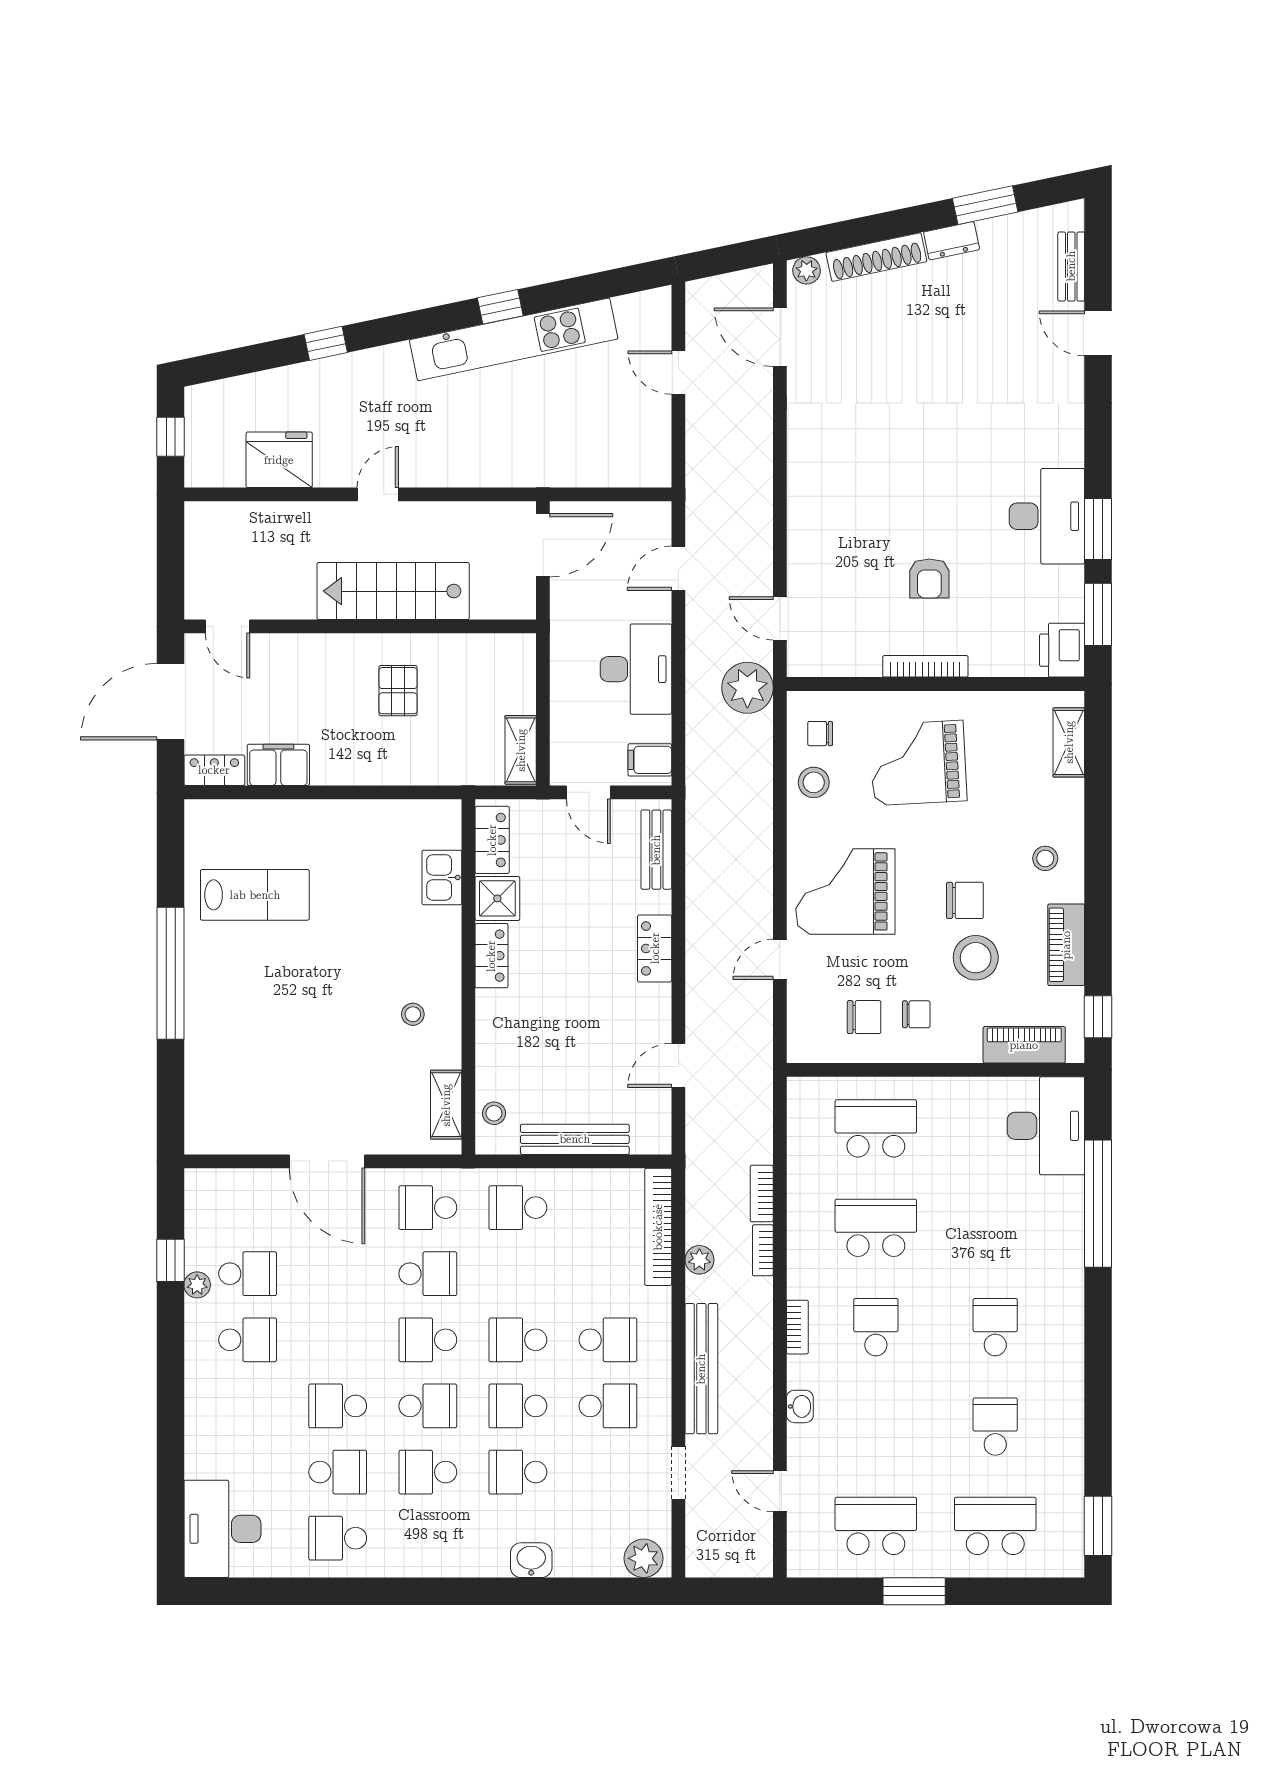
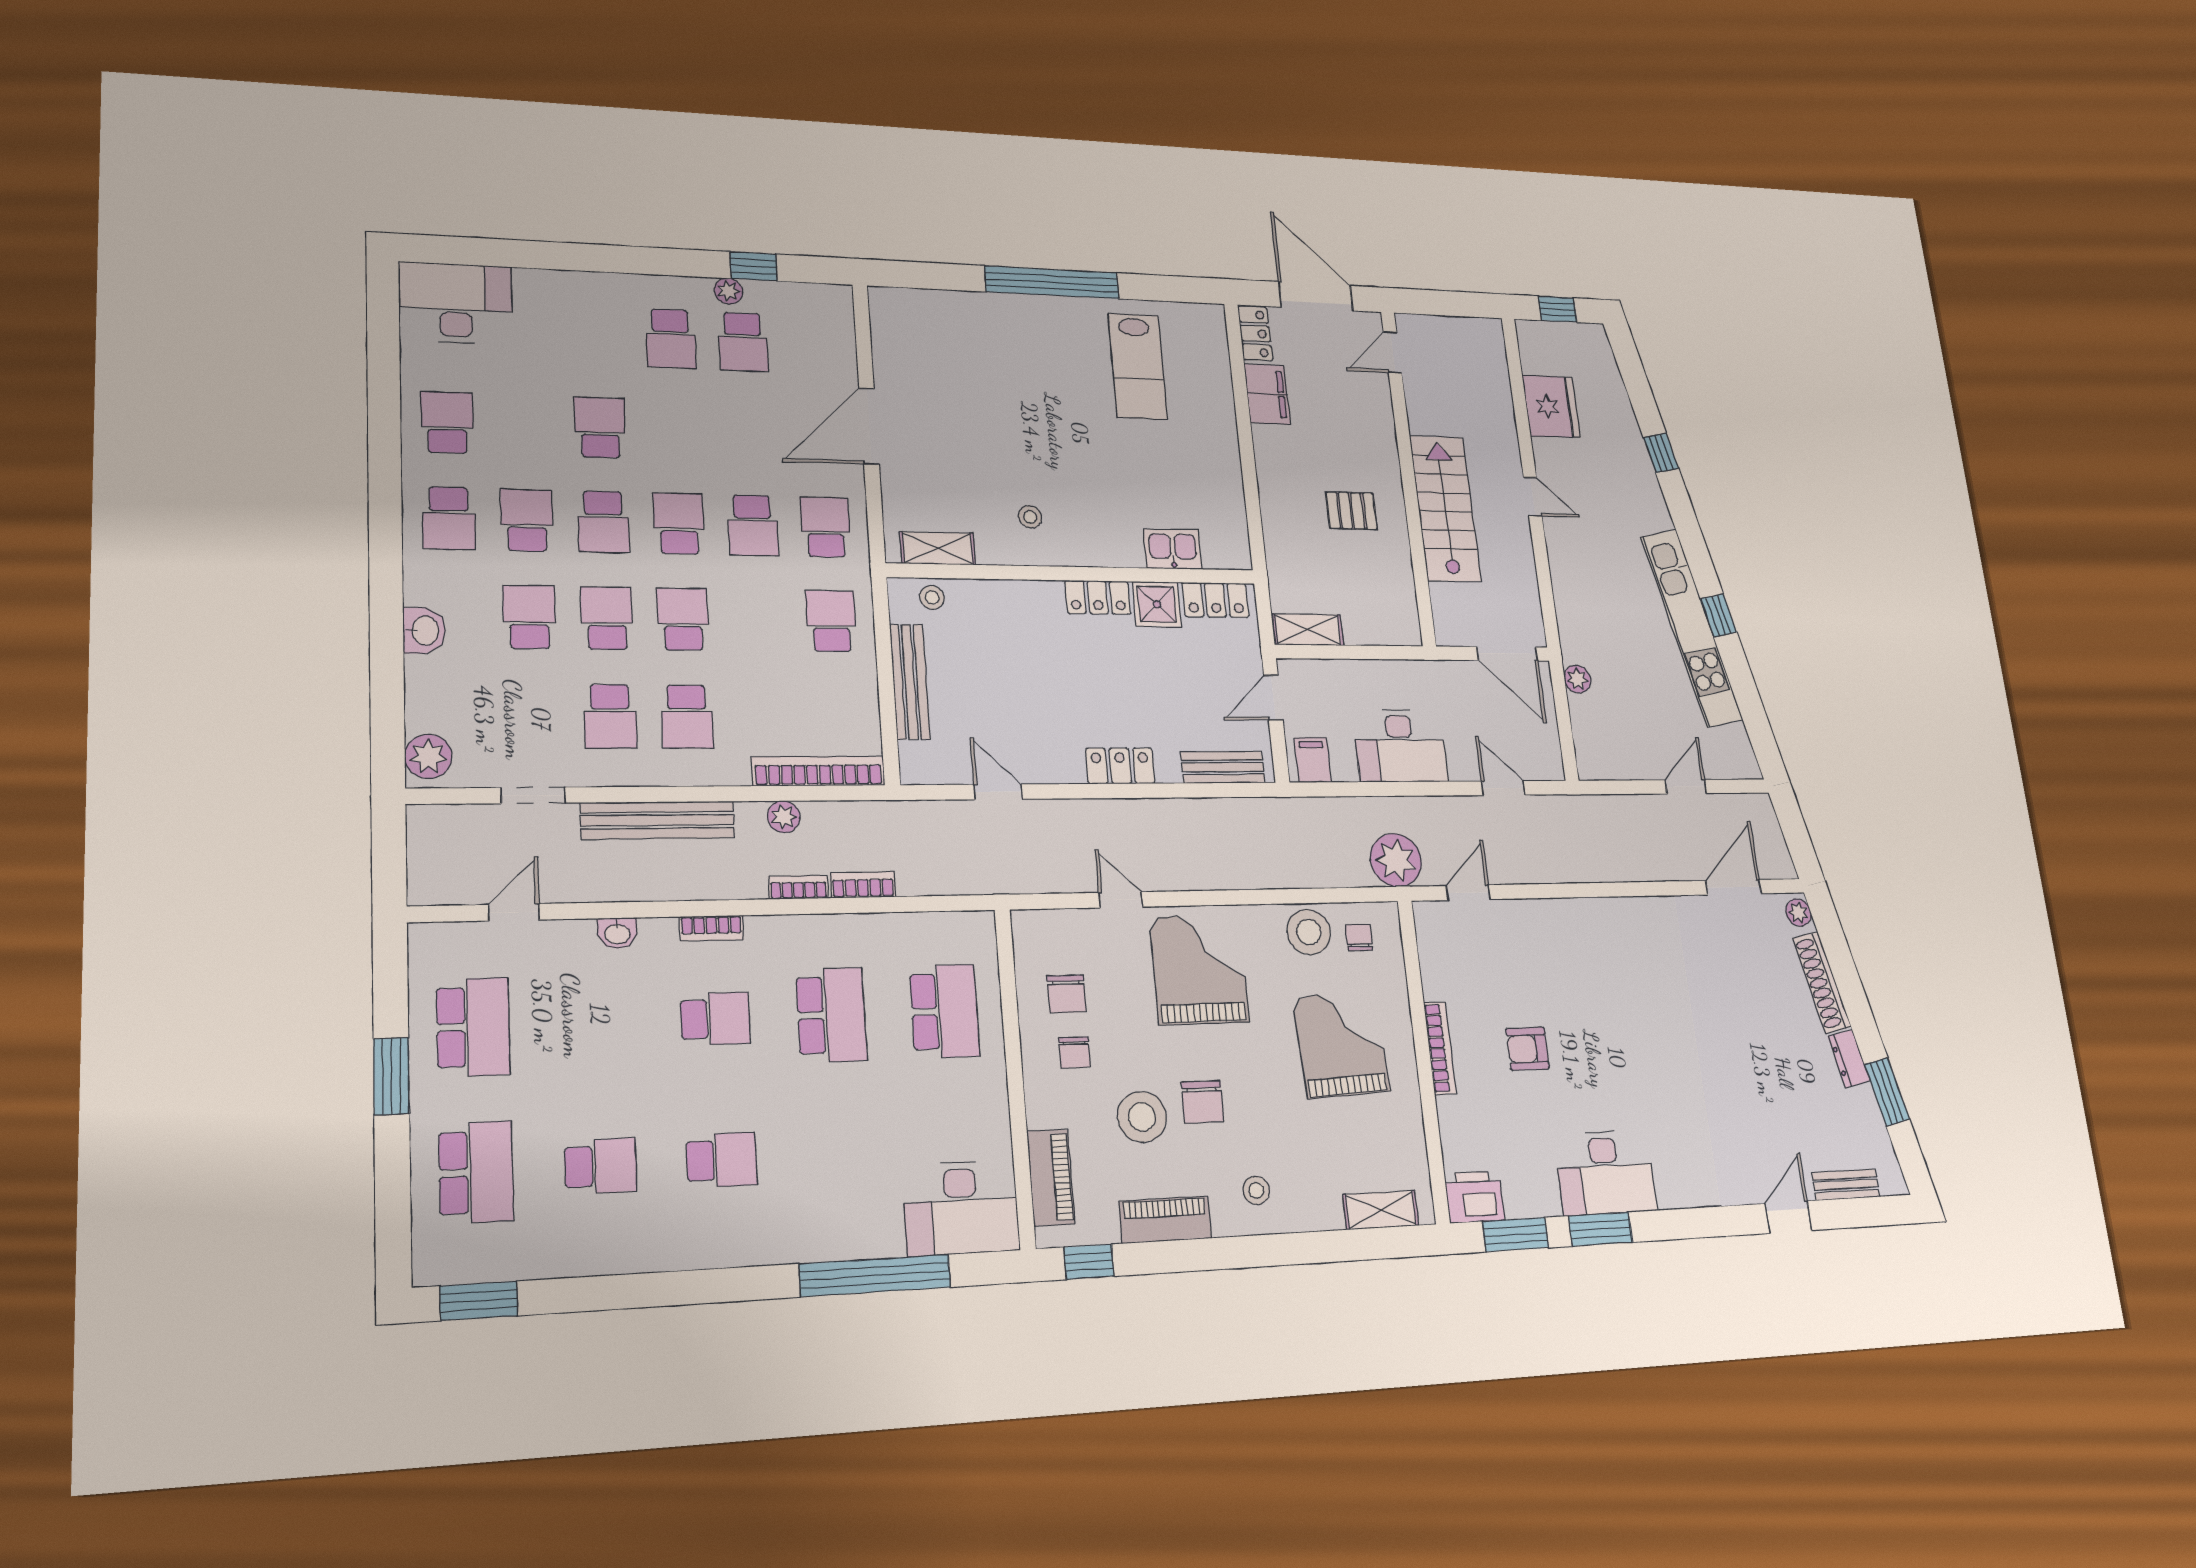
plant: (568, 474) -> (1577, 679), added
stool: (814, 782) -> (1309, 932), width x1.38, depth x1.38
school desk: (338, 1472) -> (449, 518), moved

